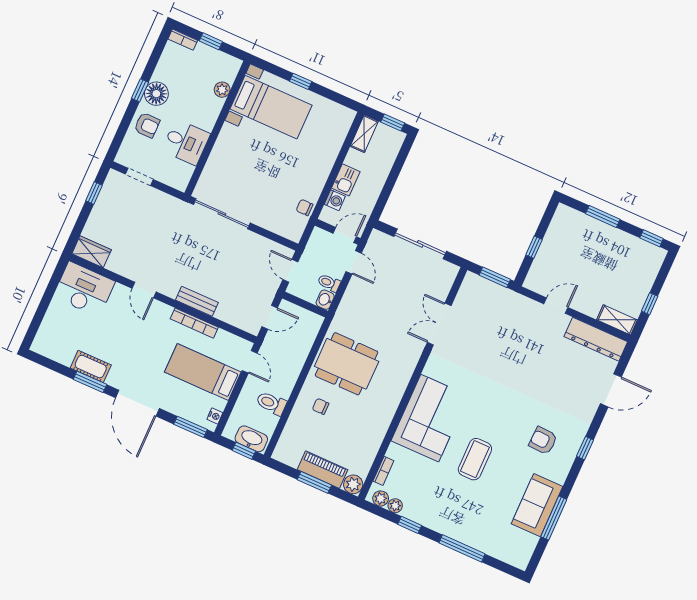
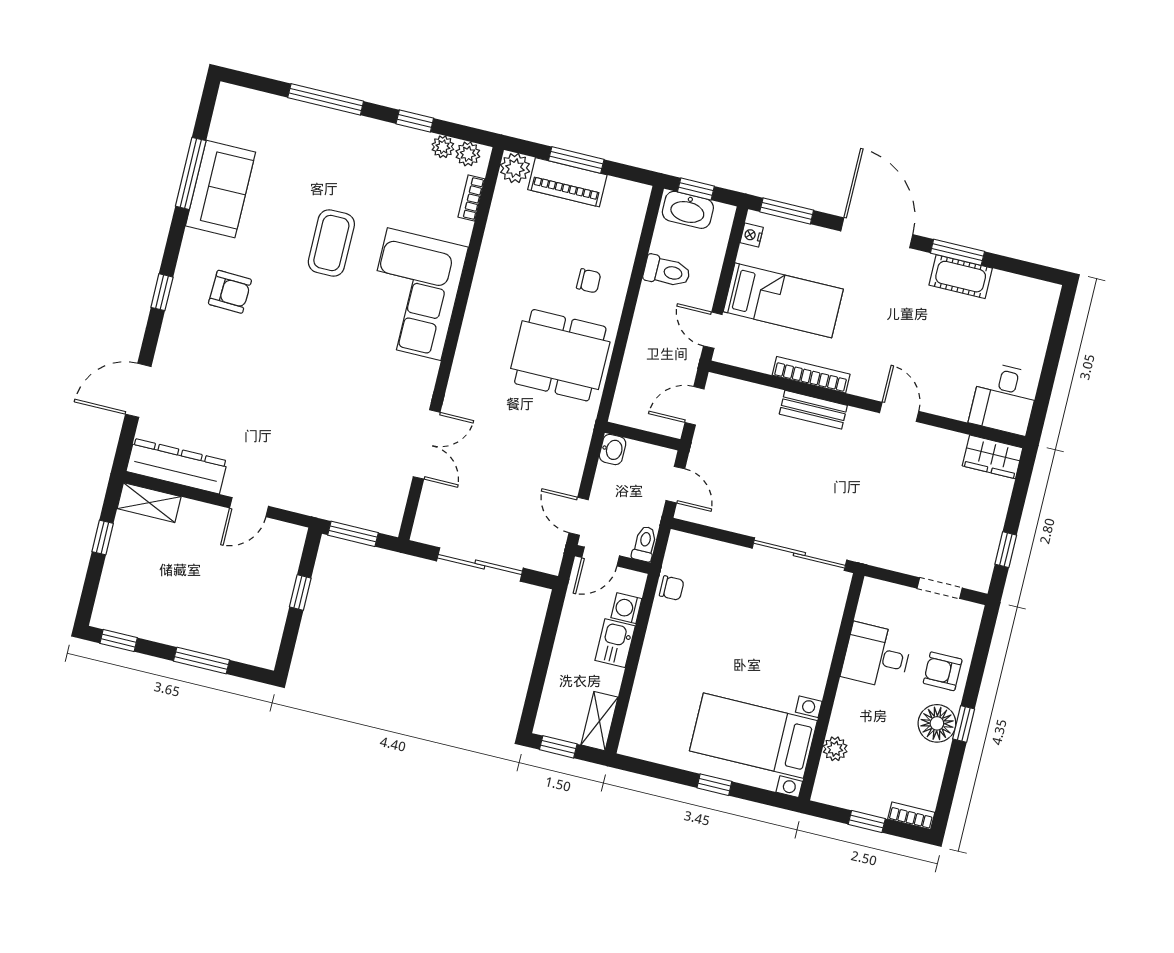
toilet: (329, 283) -> (644, 544), moved, turned -90
desk: (84, 289) -> (1004, 398), width x0.73

